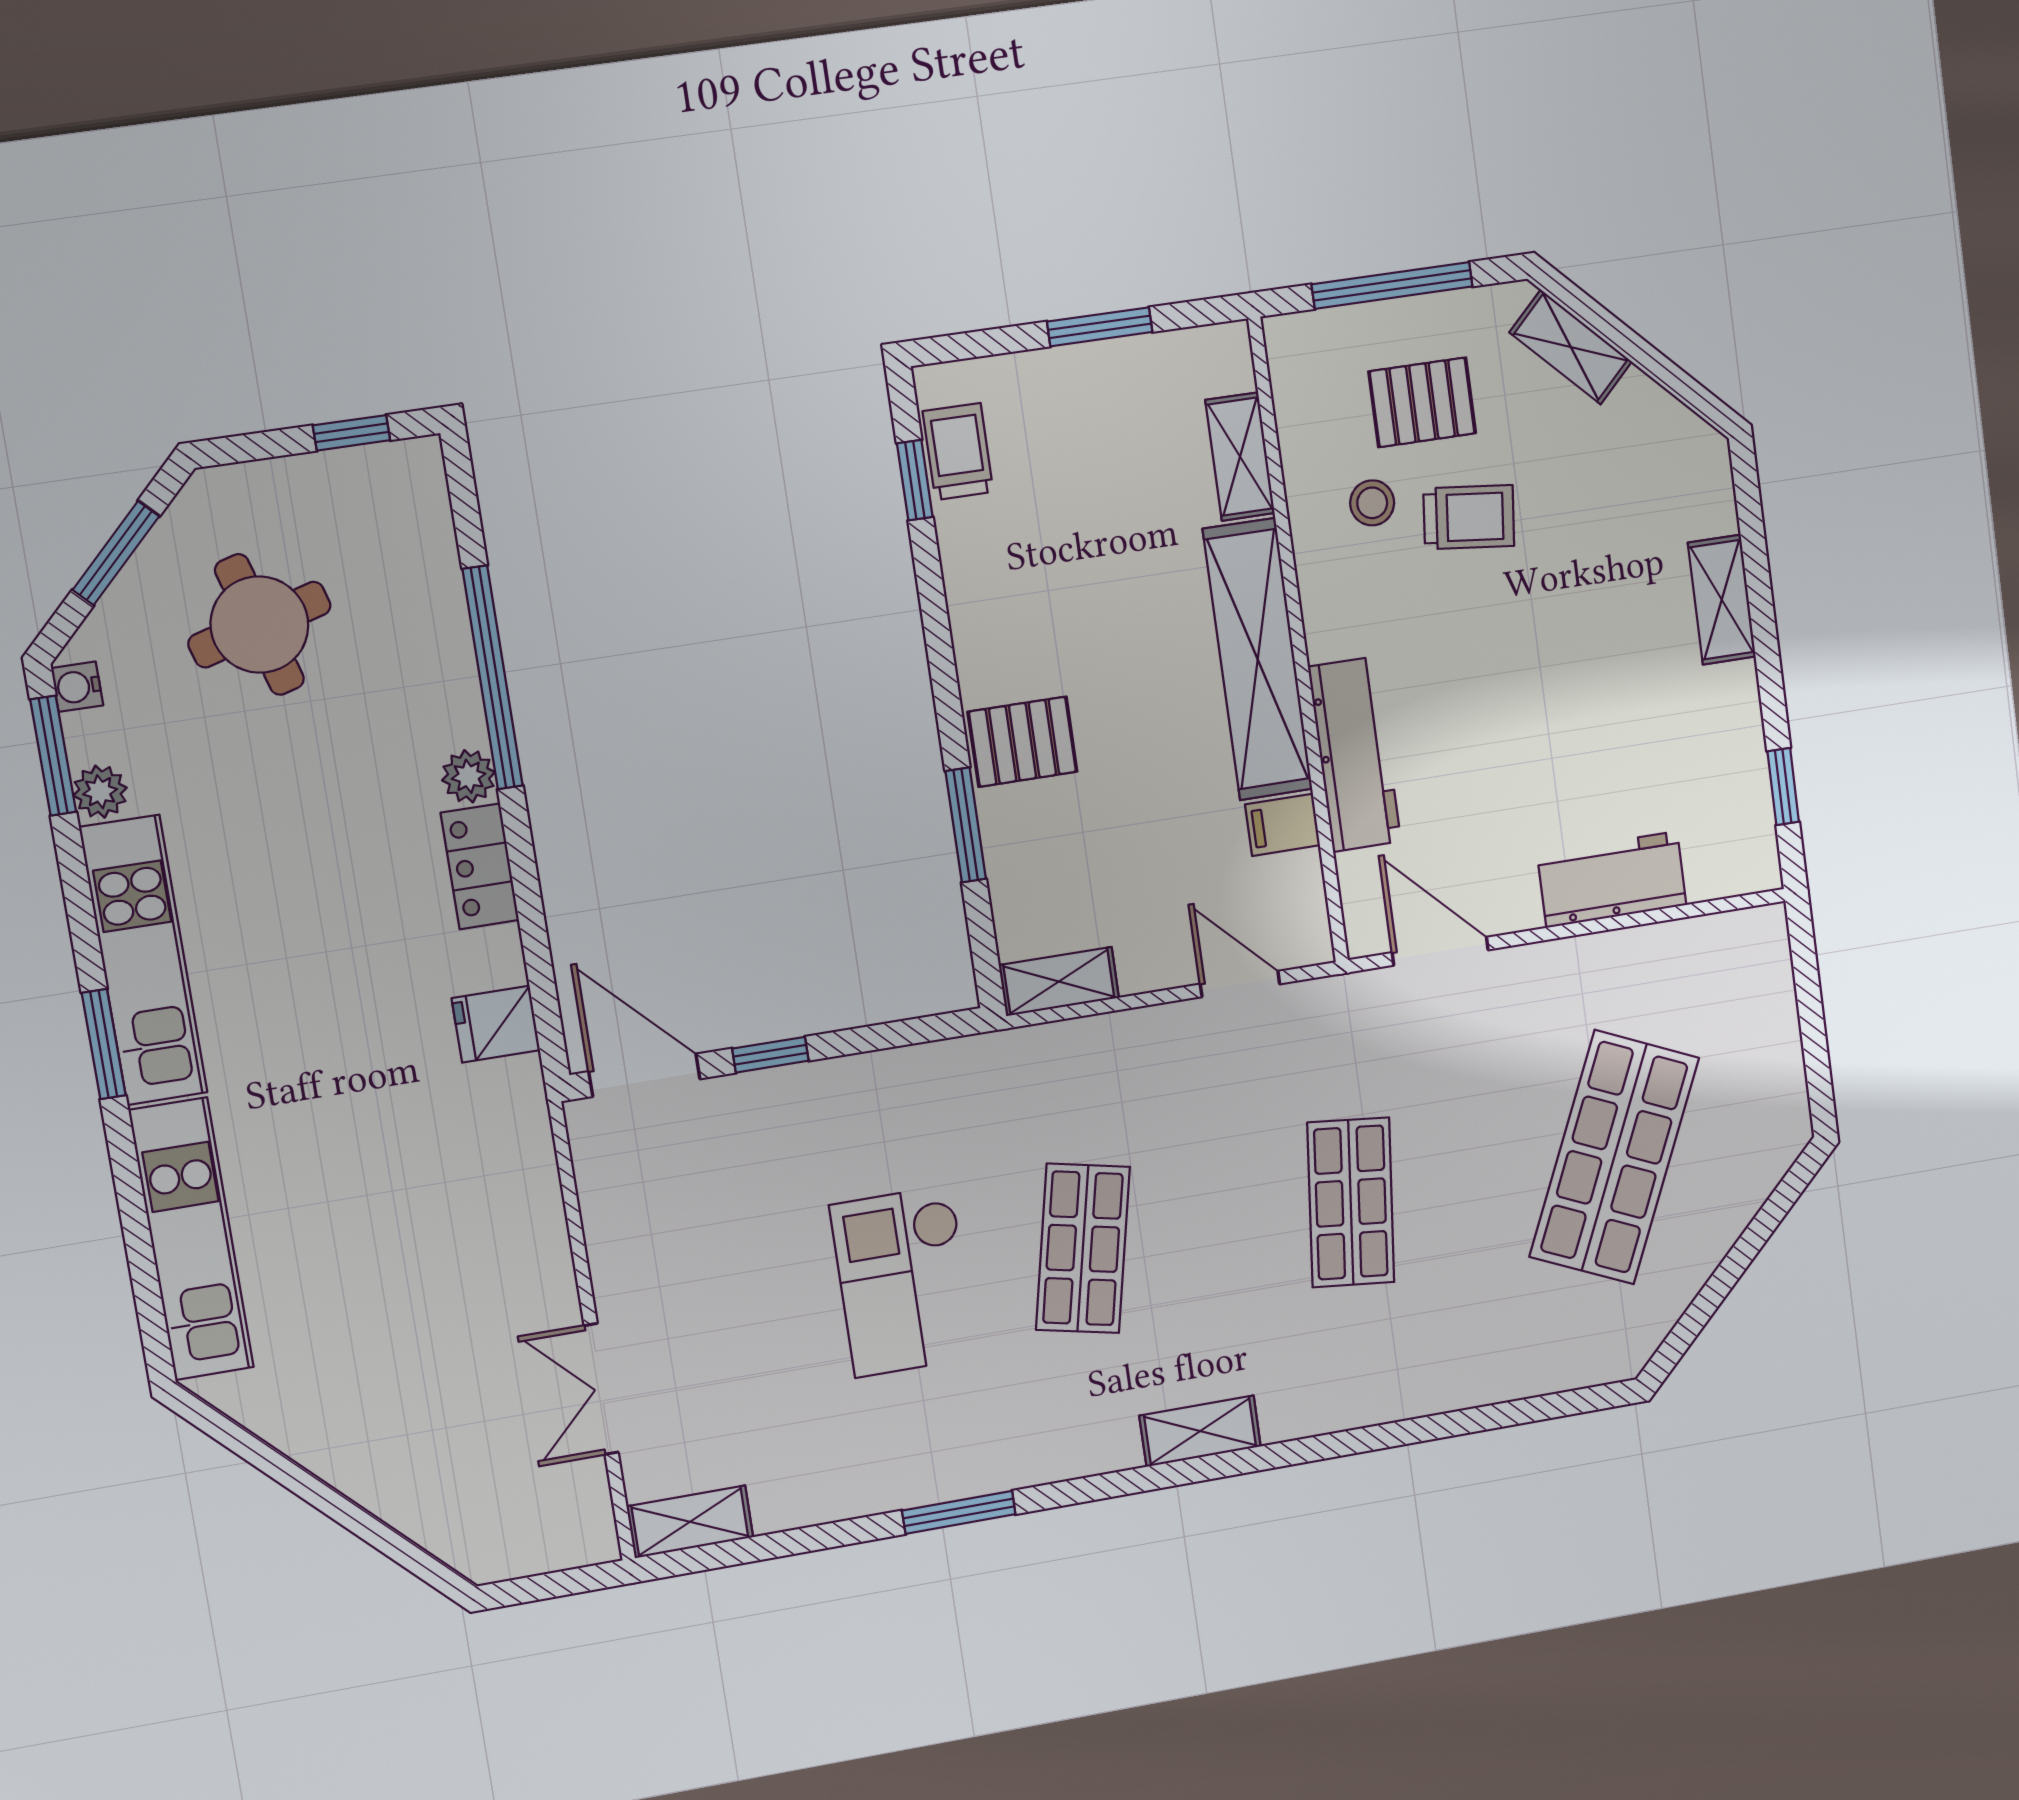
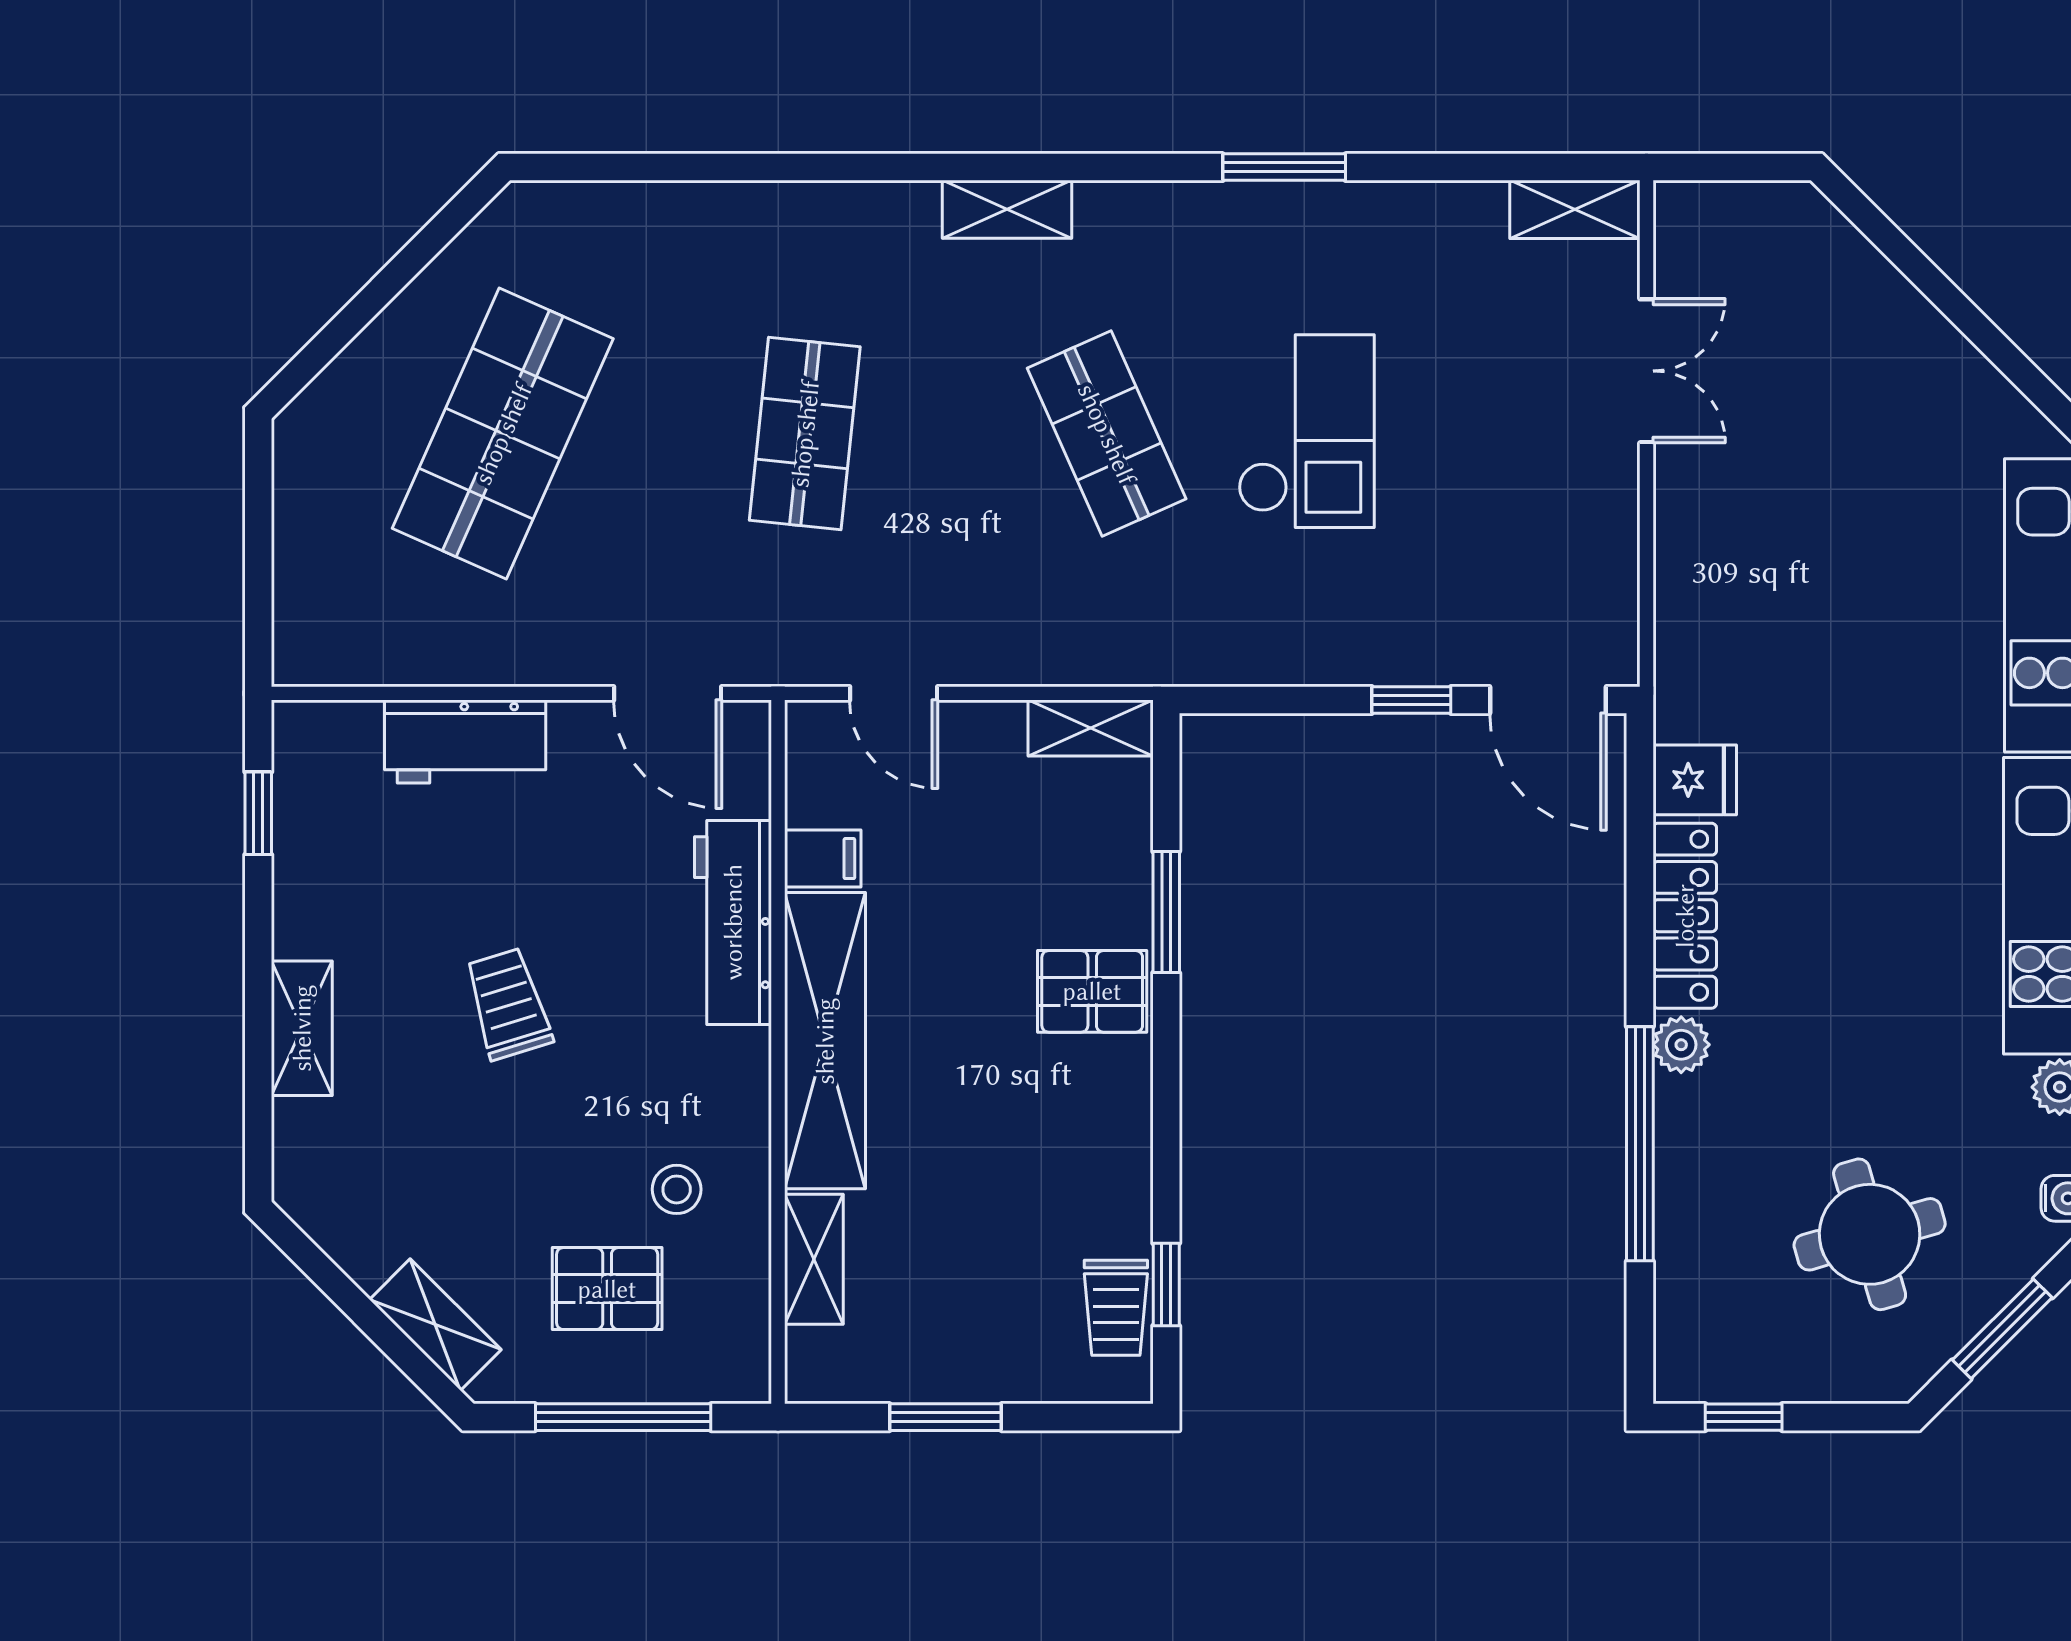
trolley: (1469, 517) -> (508, 1004), moved, turned 67
locker: (480, 866) -> (1685, 916), width x1.53
shop shelf: (1083, 1248) -> (1107, 434), turned -36

